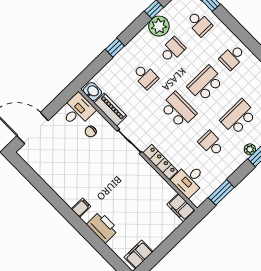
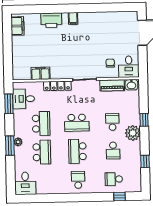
plant: (159, 26) -> (133, 133), moved
school desk: (145, 76) -> (112, 122), turned 90
school desk: (205, 84) -> (77, 151), turned 180
school desk: (211, 144) -> (41, 124), width x1.85
desk: (189, 180) -> (24, 99), moved, turned -90
filing cabinet: (181, 207) -> (41, 73), moved

